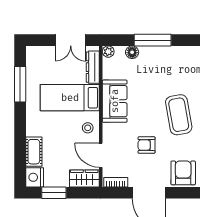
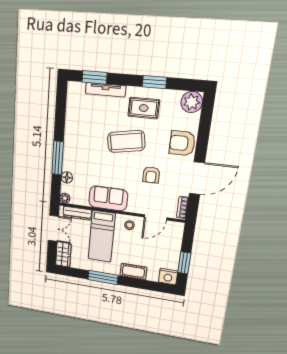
window: (20, 84) -> (103, 277), moved
cot: (34, 152) -> (133, 271), moved
wardrobe: (84, 178) -> (63, 254), moved, turned 180

